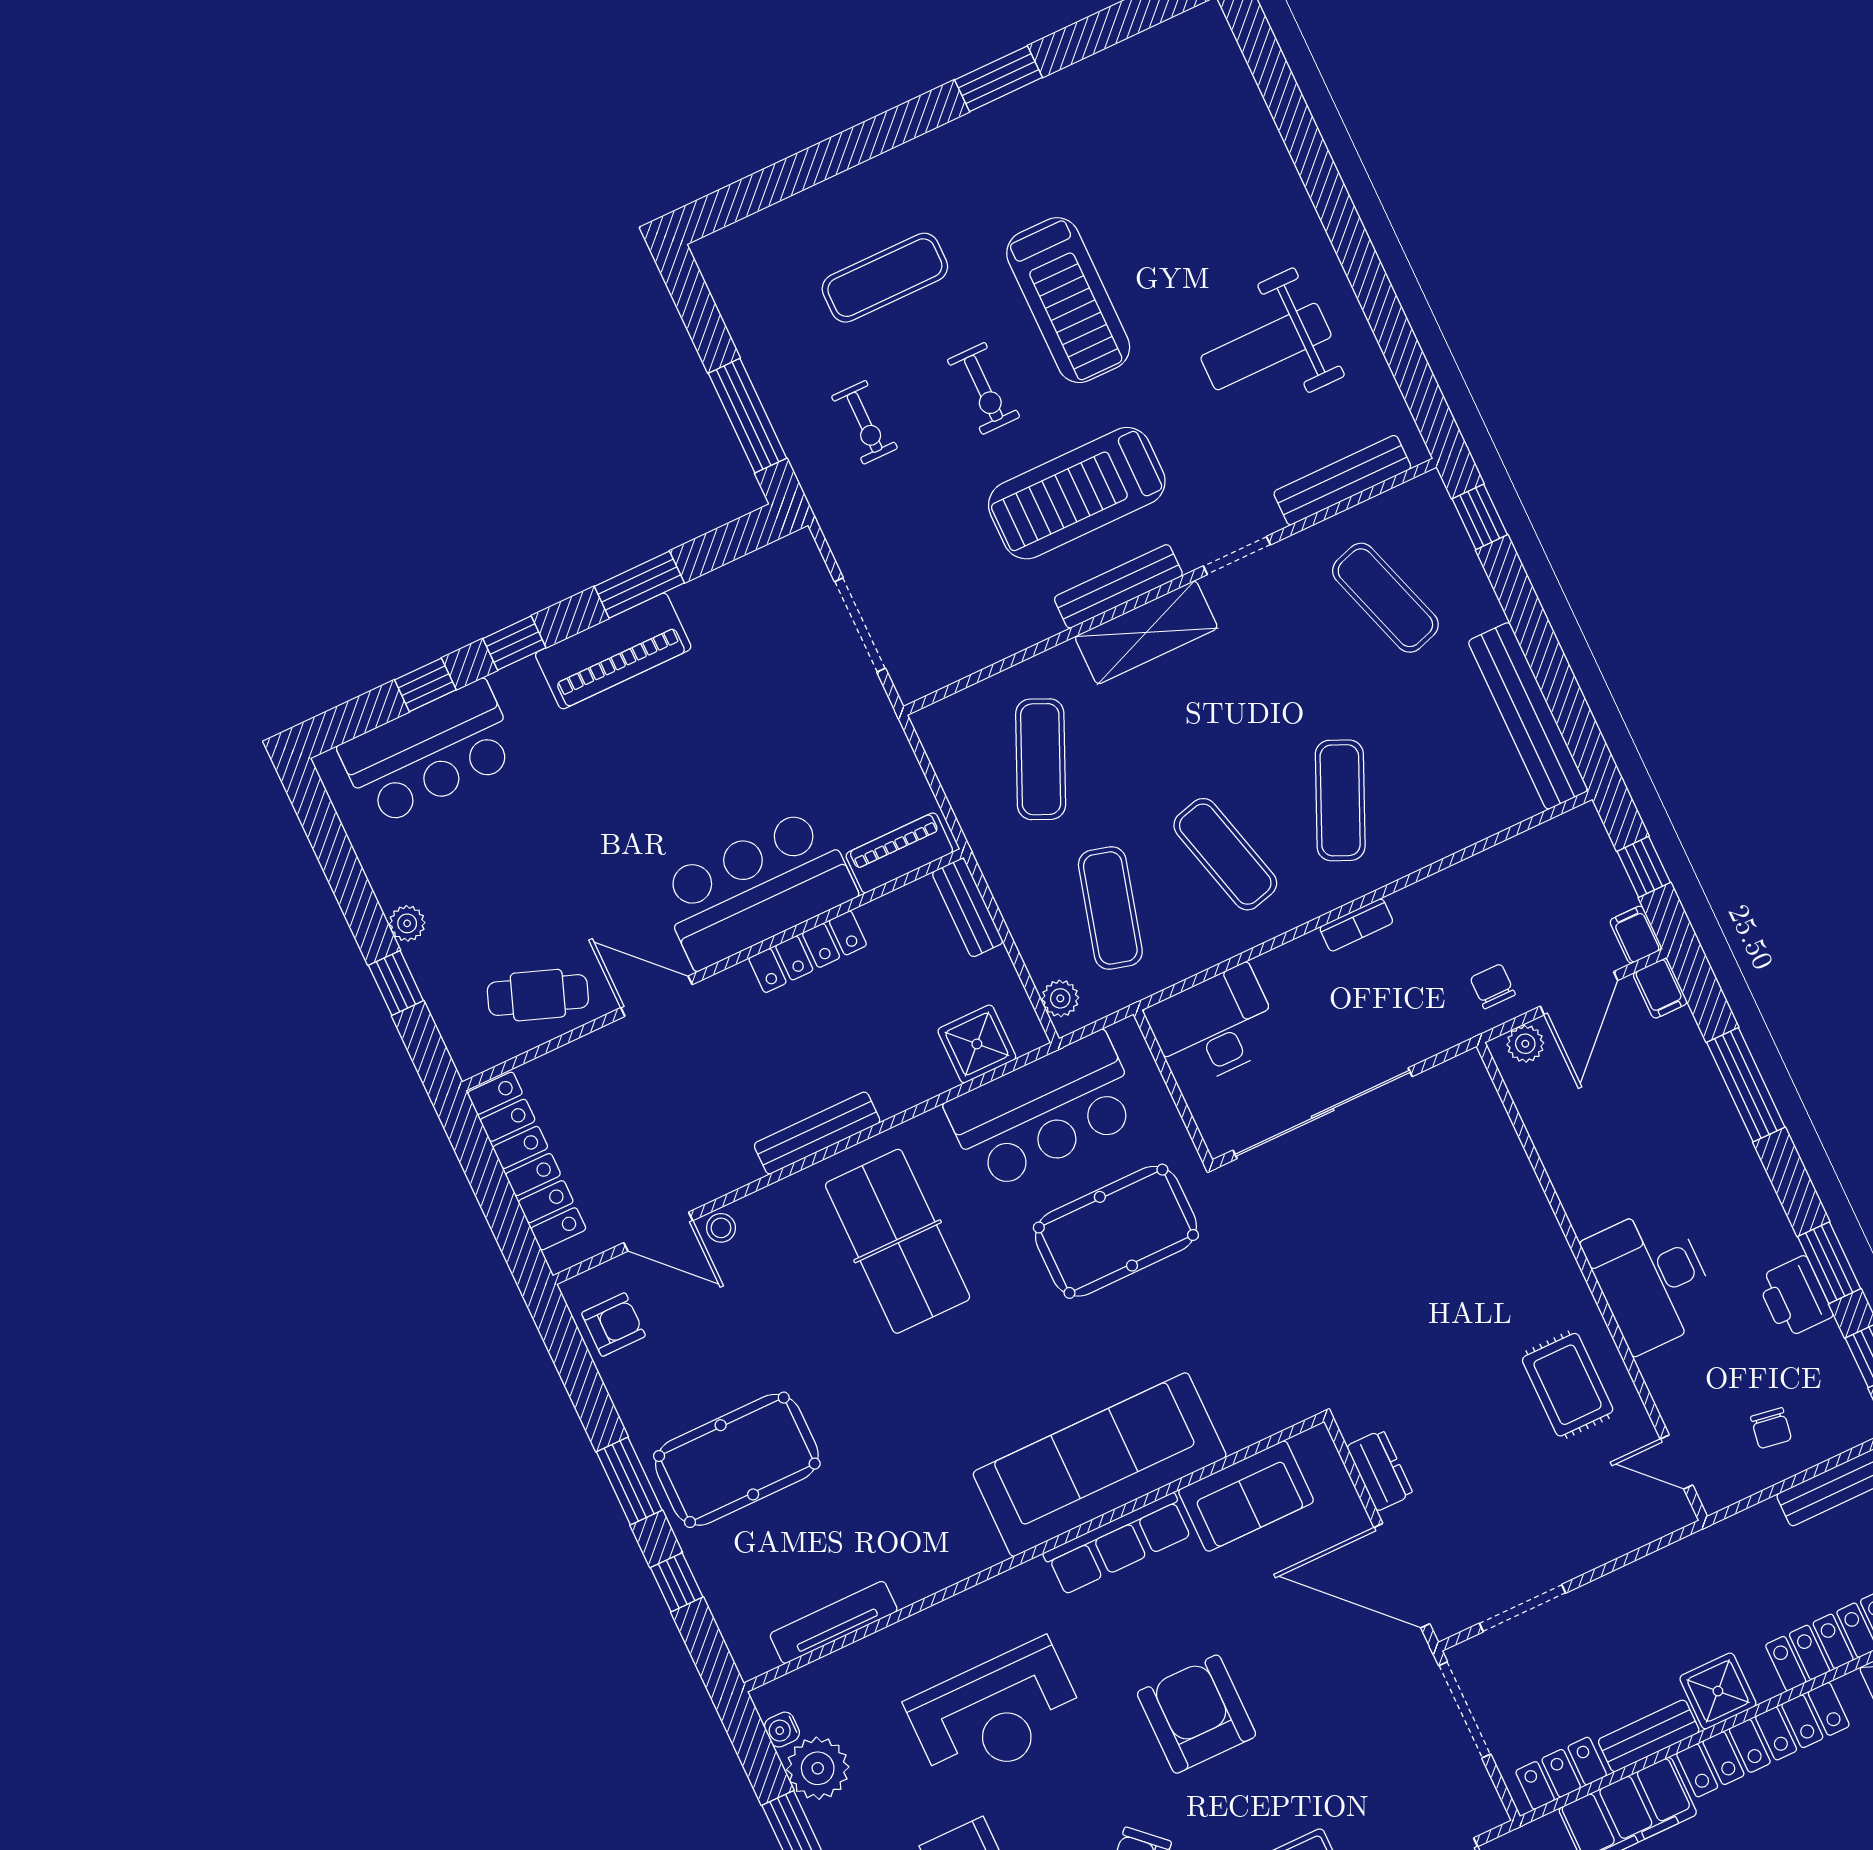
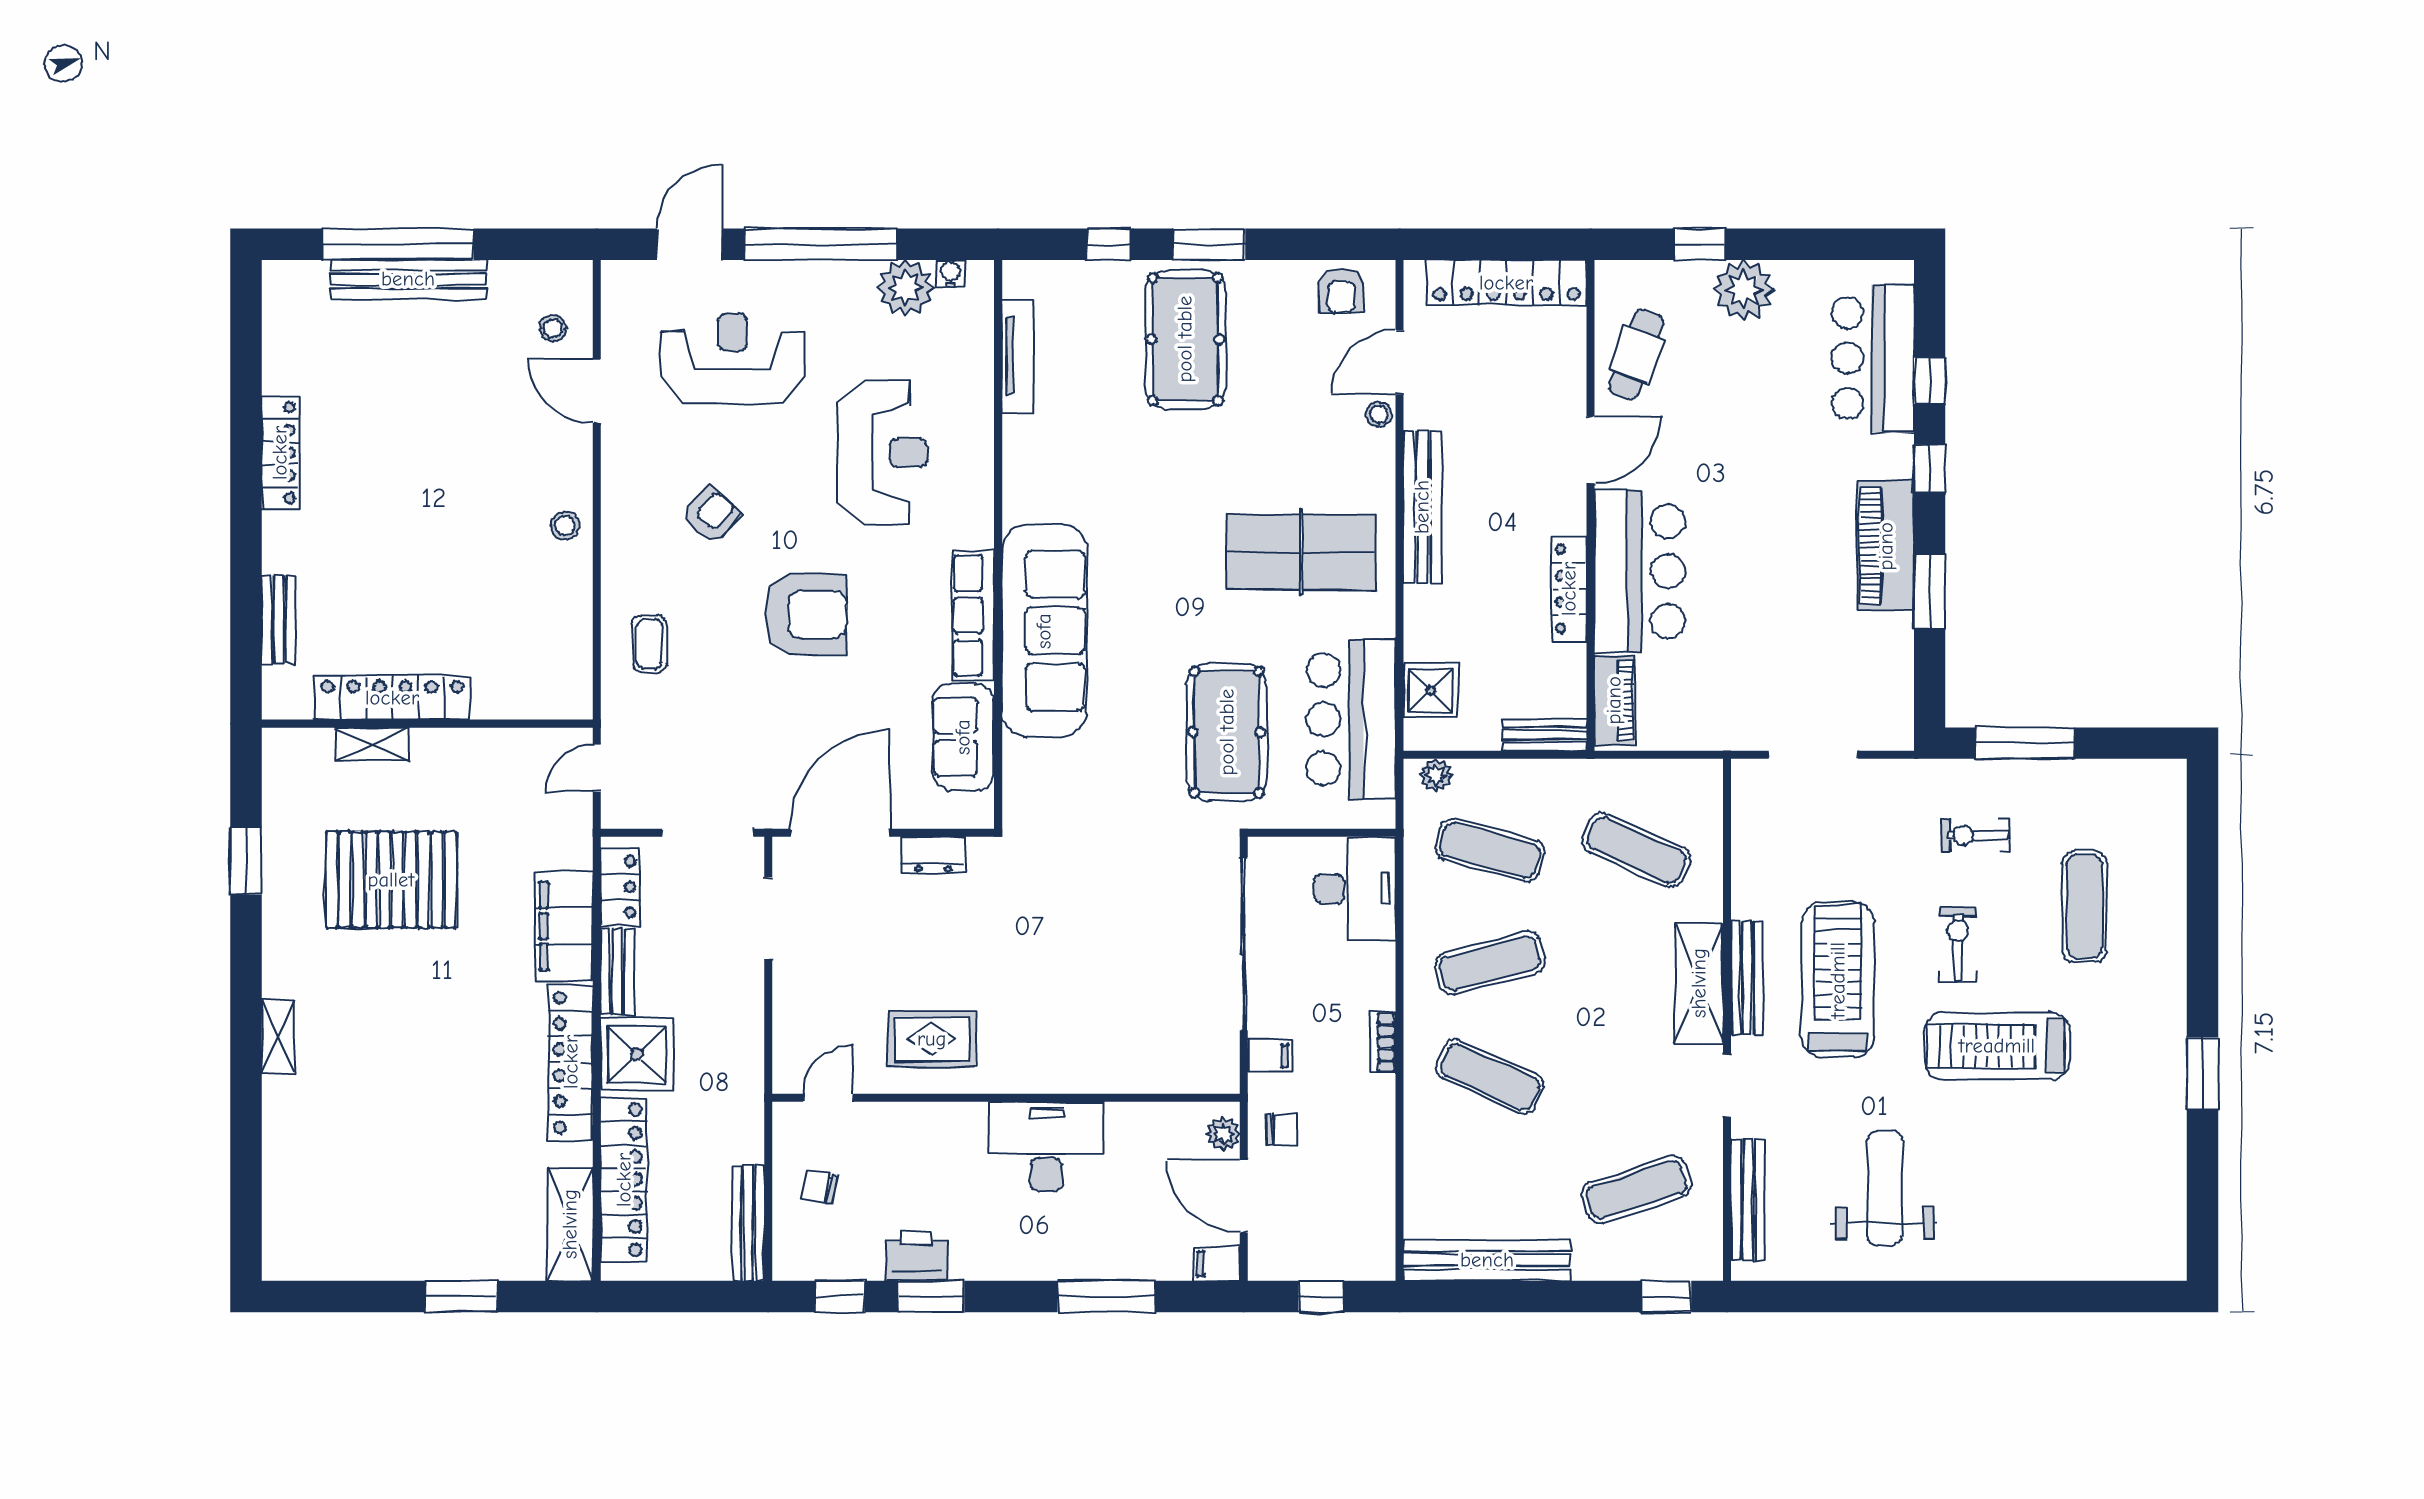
exercise bike: (984, 388) -> (1958, 944), turned 90
plant: (407, 923) -> (1744, 290), width x1.87, depth x1.87
filing cabinet: (1636, 935) -> (1269, 1055), moved
bench: (817, 1133) -> (1422, 507), width x1.37, depth x1.21
desk: (1651, 1279) -> (1047, 1147), moved
shower: (1718, 1691) -> (637, 1054), width x1.36, depth x1.36
reception desk: (996, 1713) -> (883, 452), turned 180

